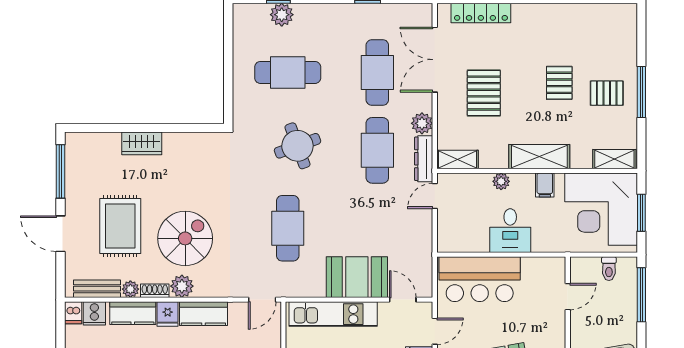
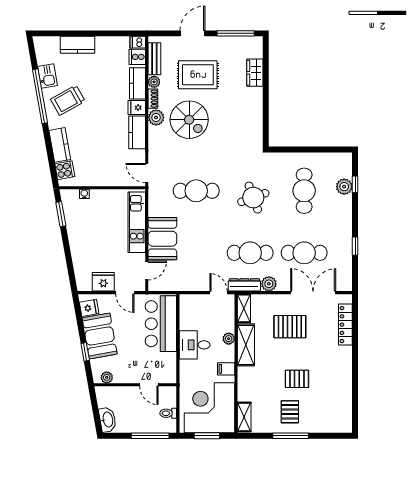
wardrobe: (142, 143) -> (255, 73), moved
shelving: (539, 157) -> (246, 345), moved

